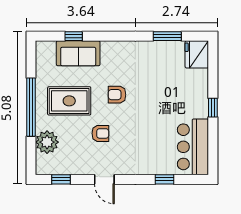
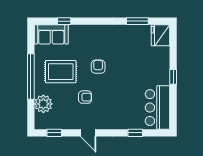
sofa: (78, 53) -> (51, 34), moved
armchair: (117, 95) -> (98, 67), turned 90

